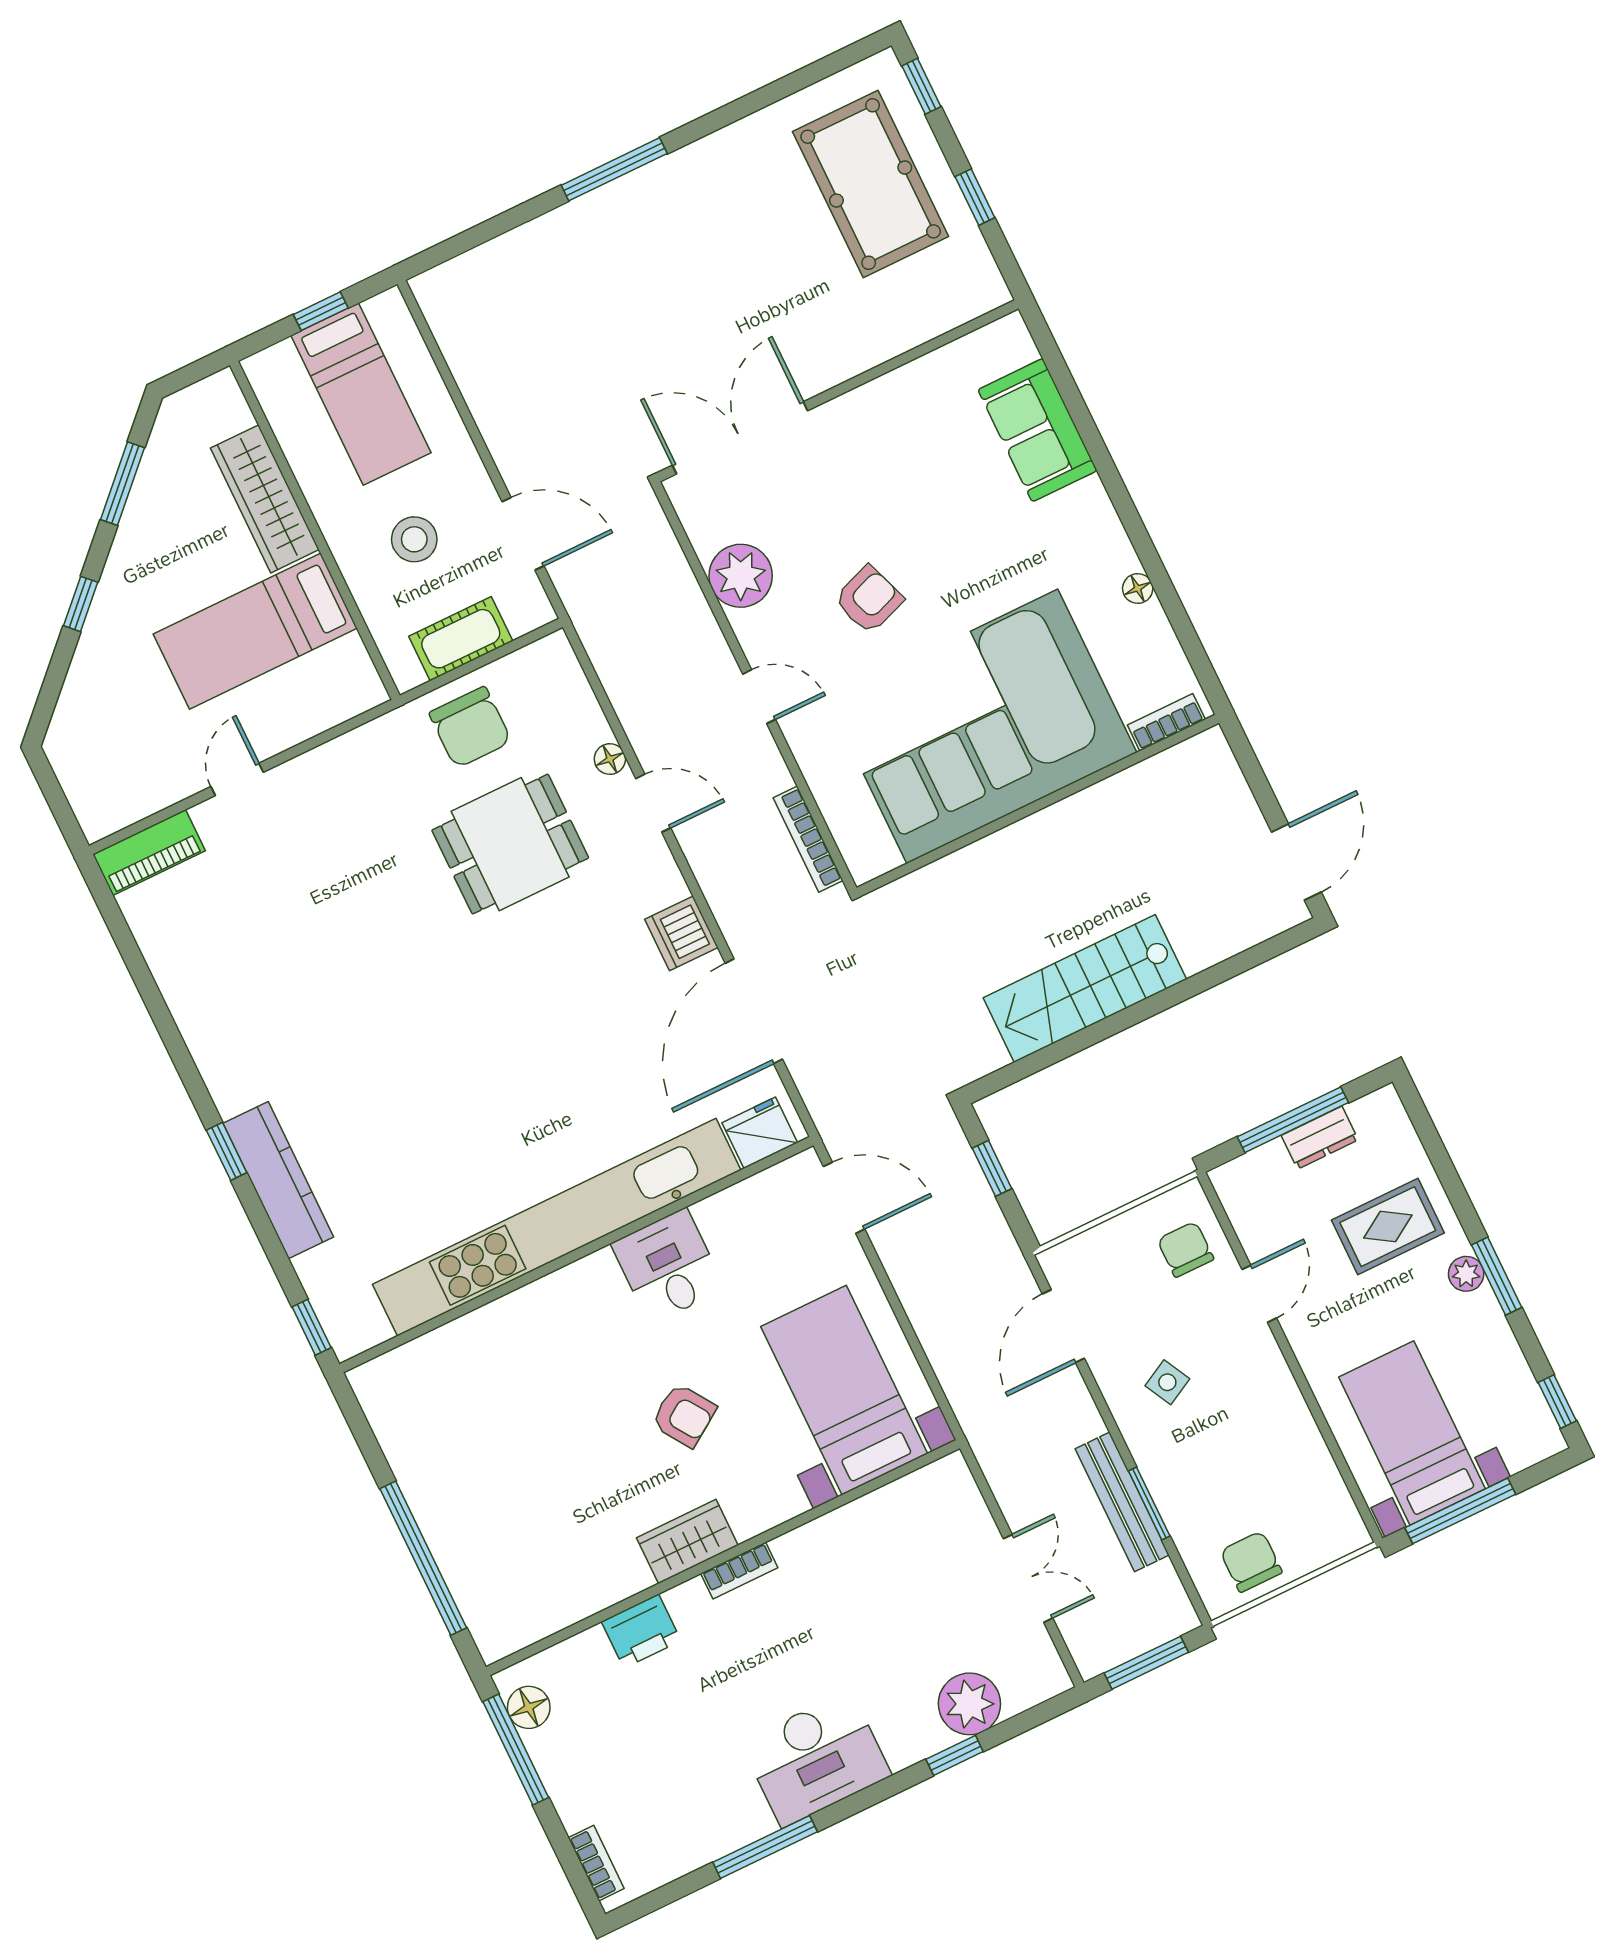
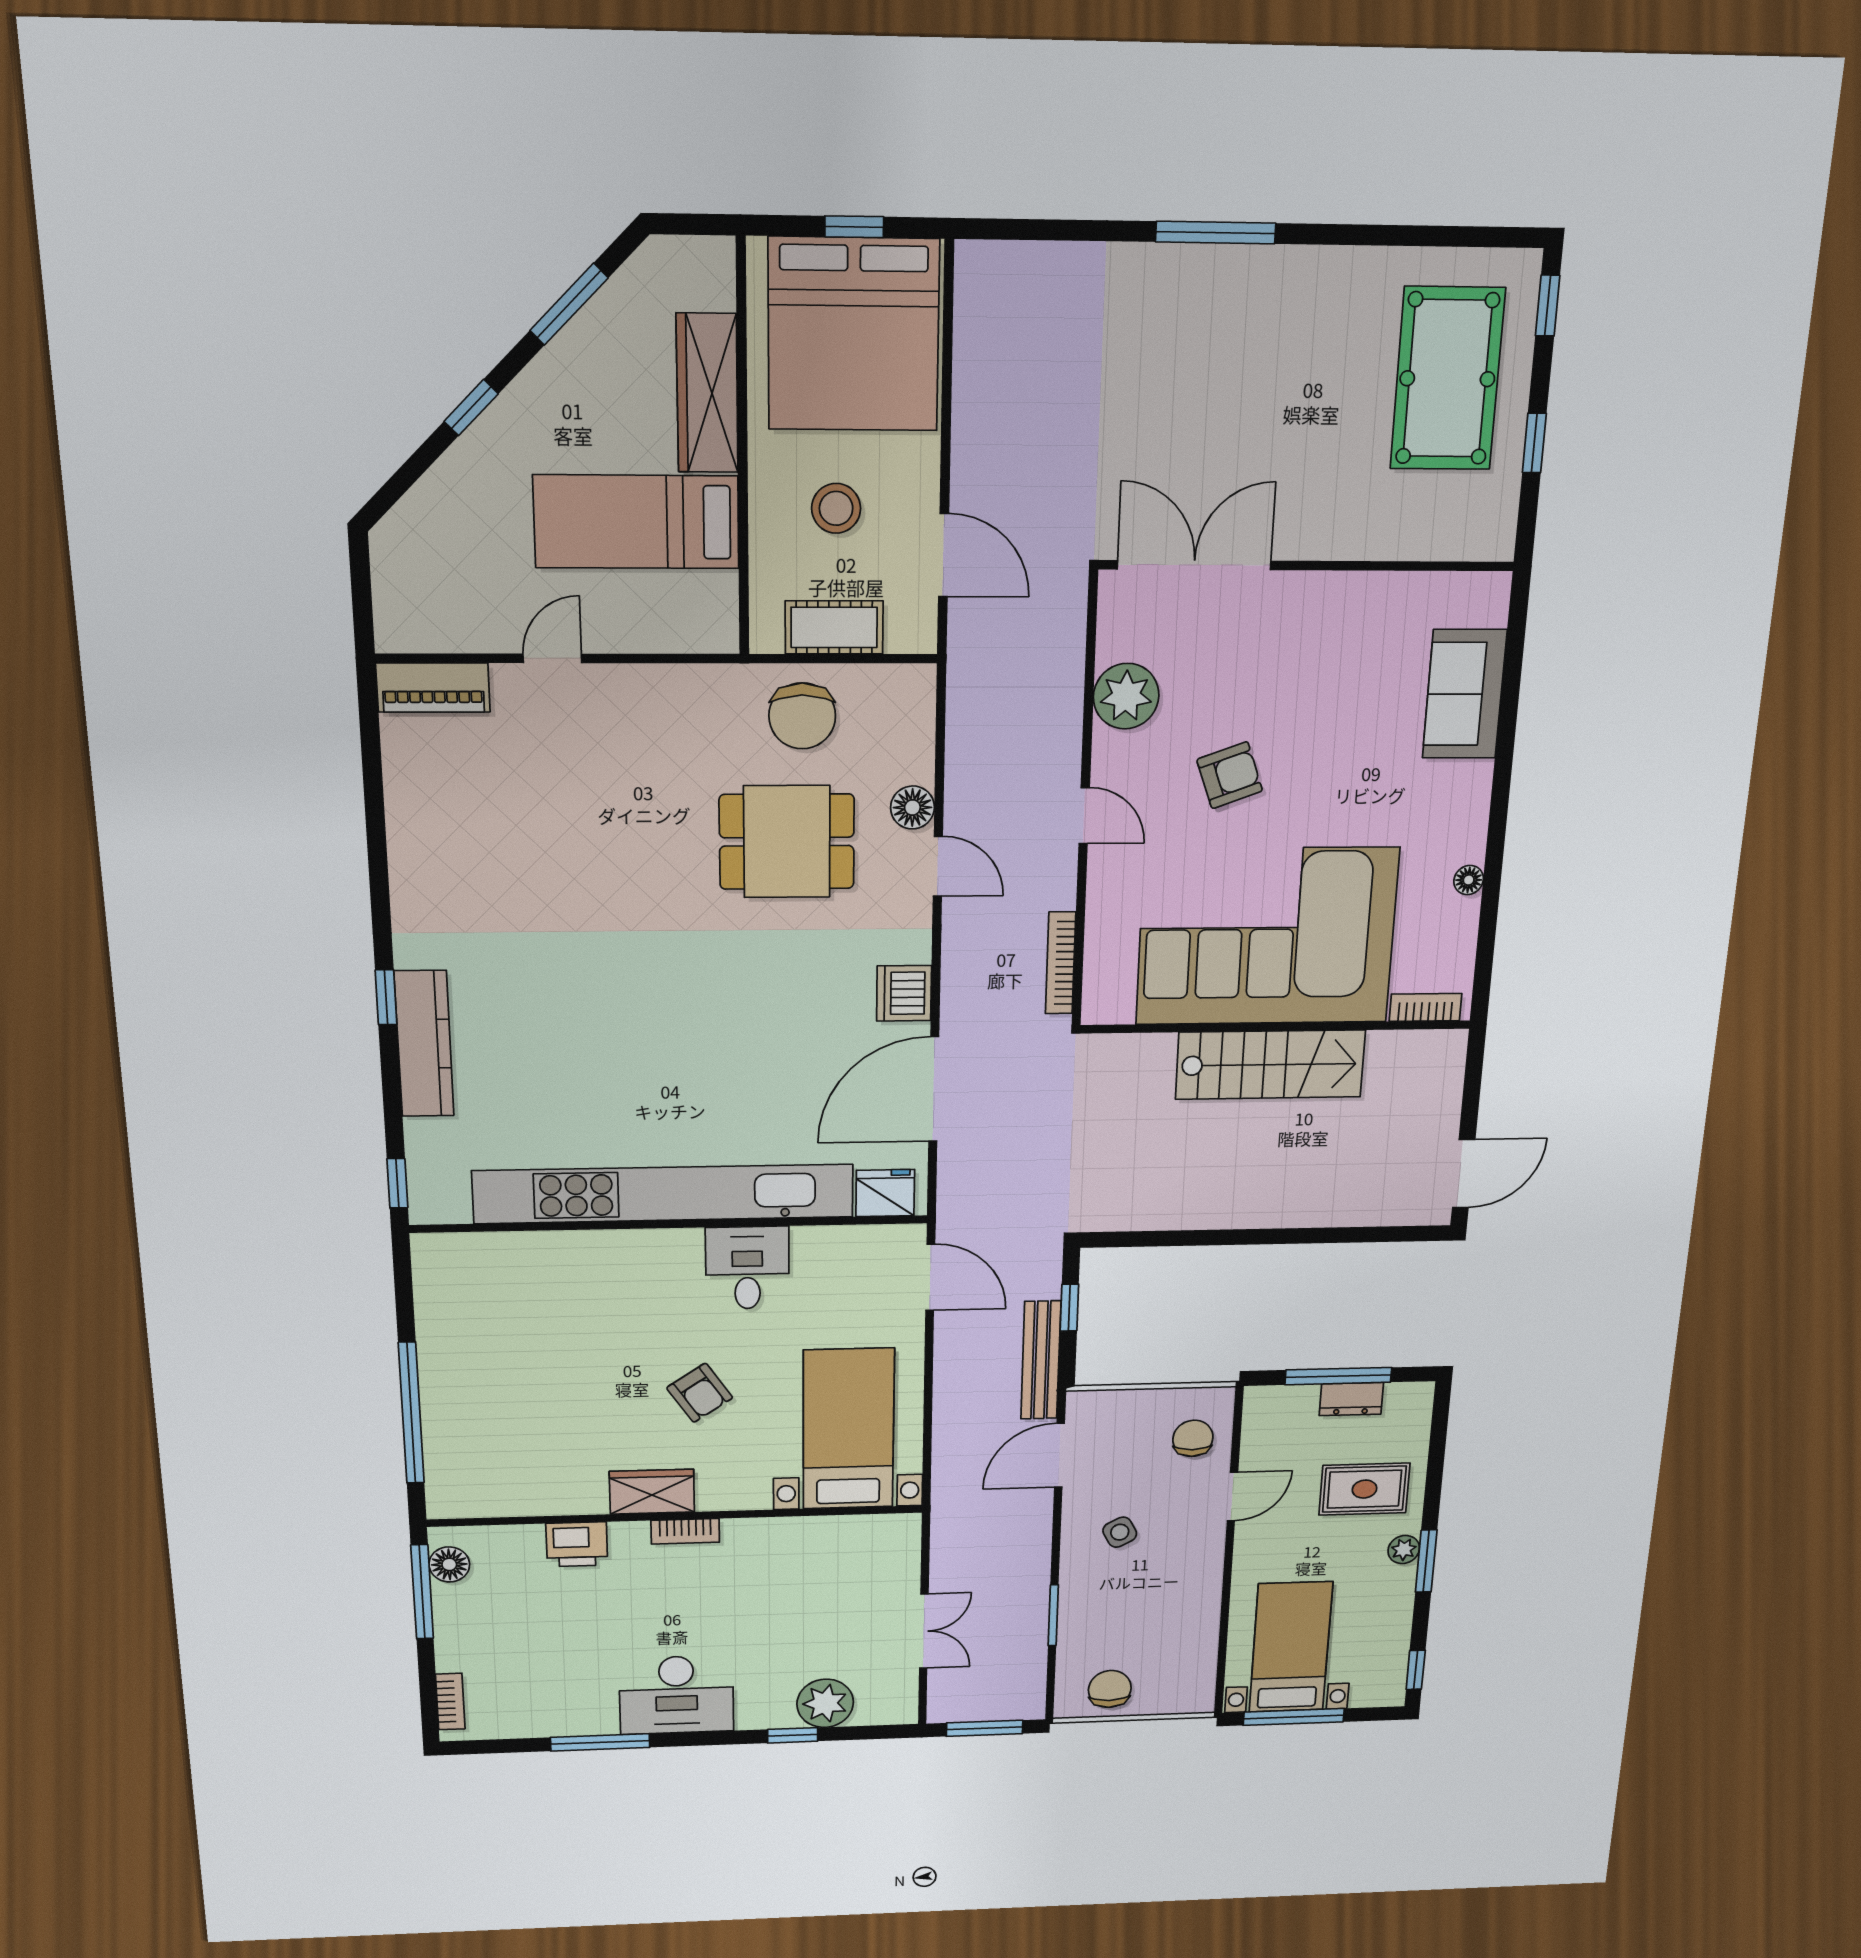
bed: (361, 394) -> (854, 335), width x2.04
floor lamp: (610, 759) -> (912, 808), width x1.37, depth x1.37
stairs: (1085, 989) -> (1270, 1065), moved, turned 180
bench: (1122, 1502) -> (1041, 1360), moved

